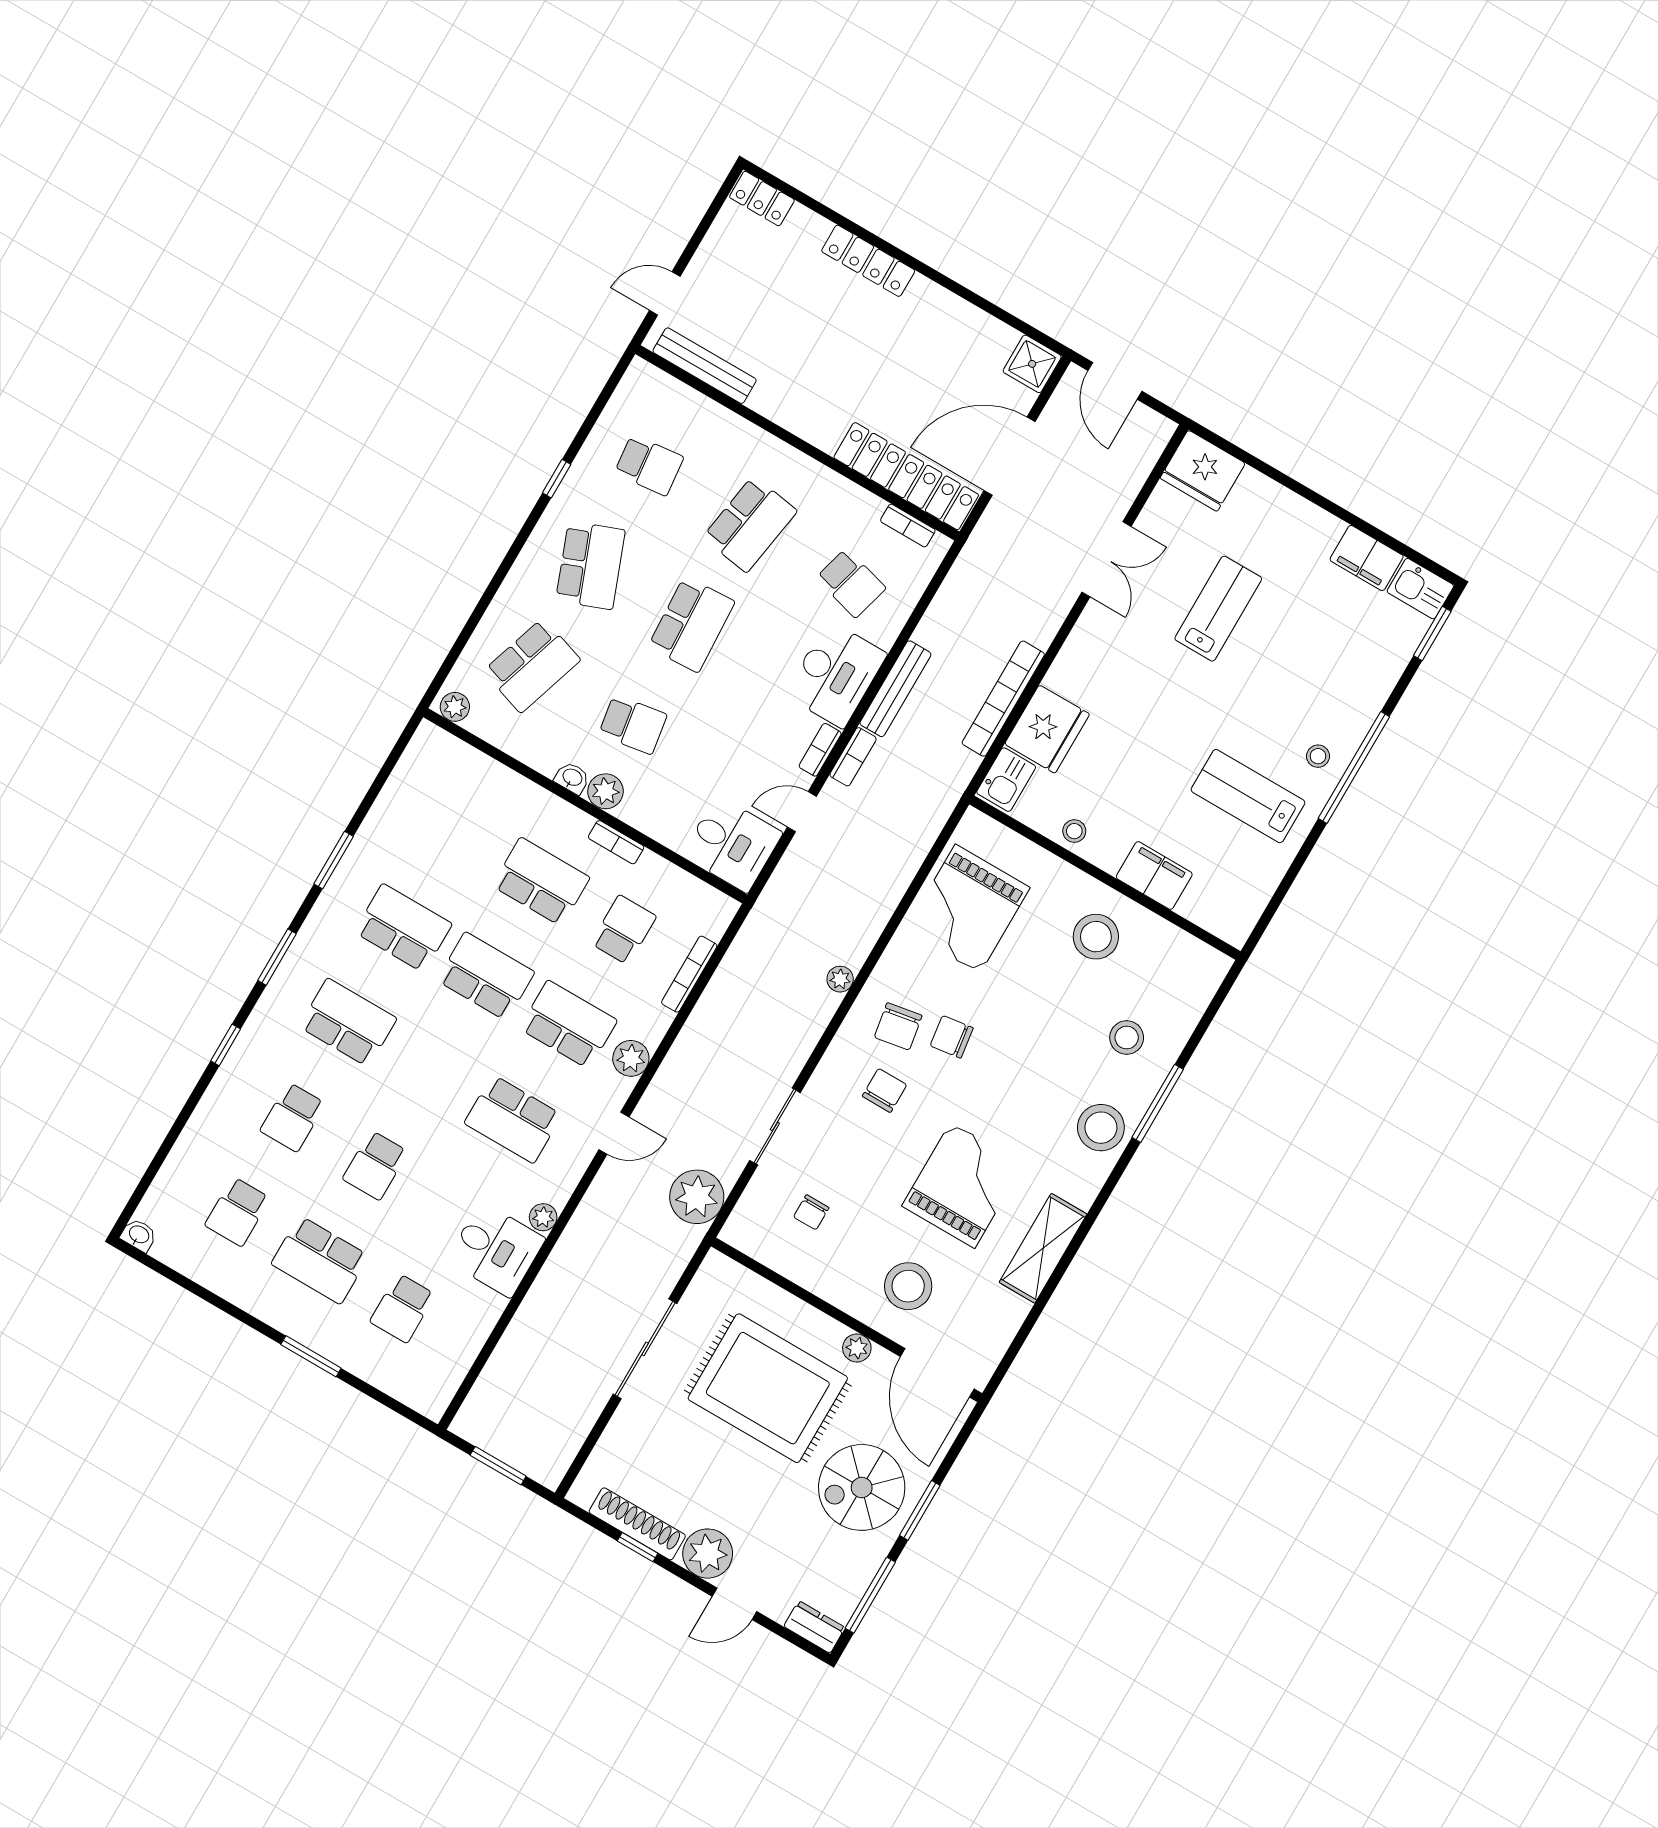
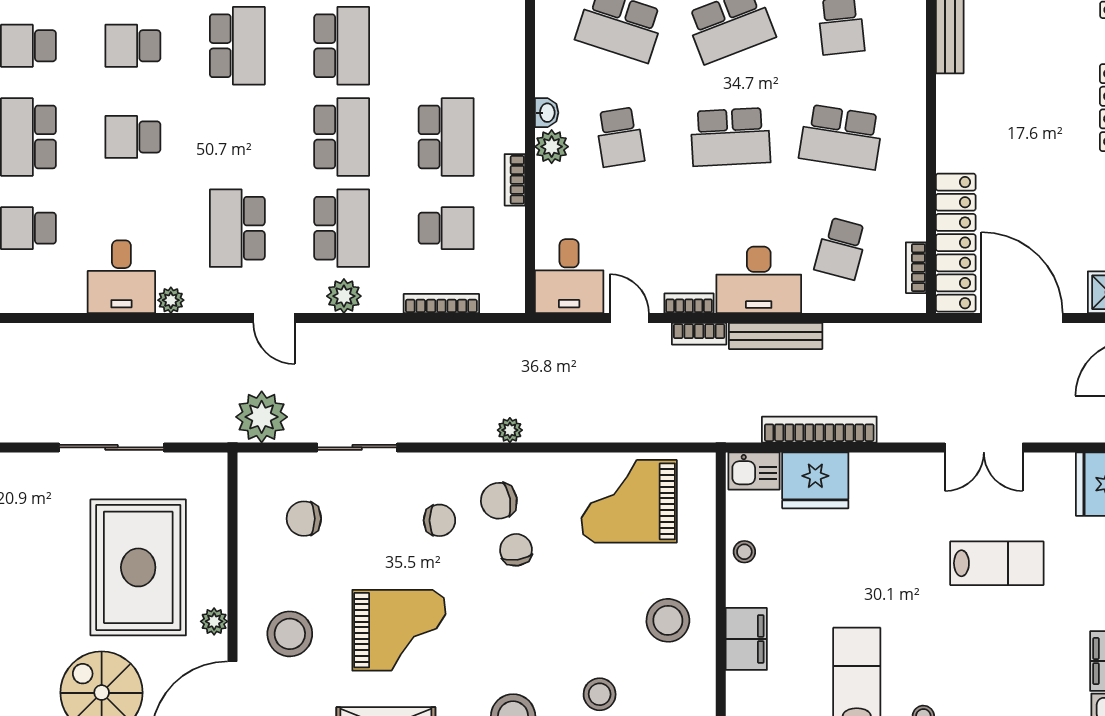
chair: (811, 1212) -> (304, 519), width x1.37, depth x1.37

